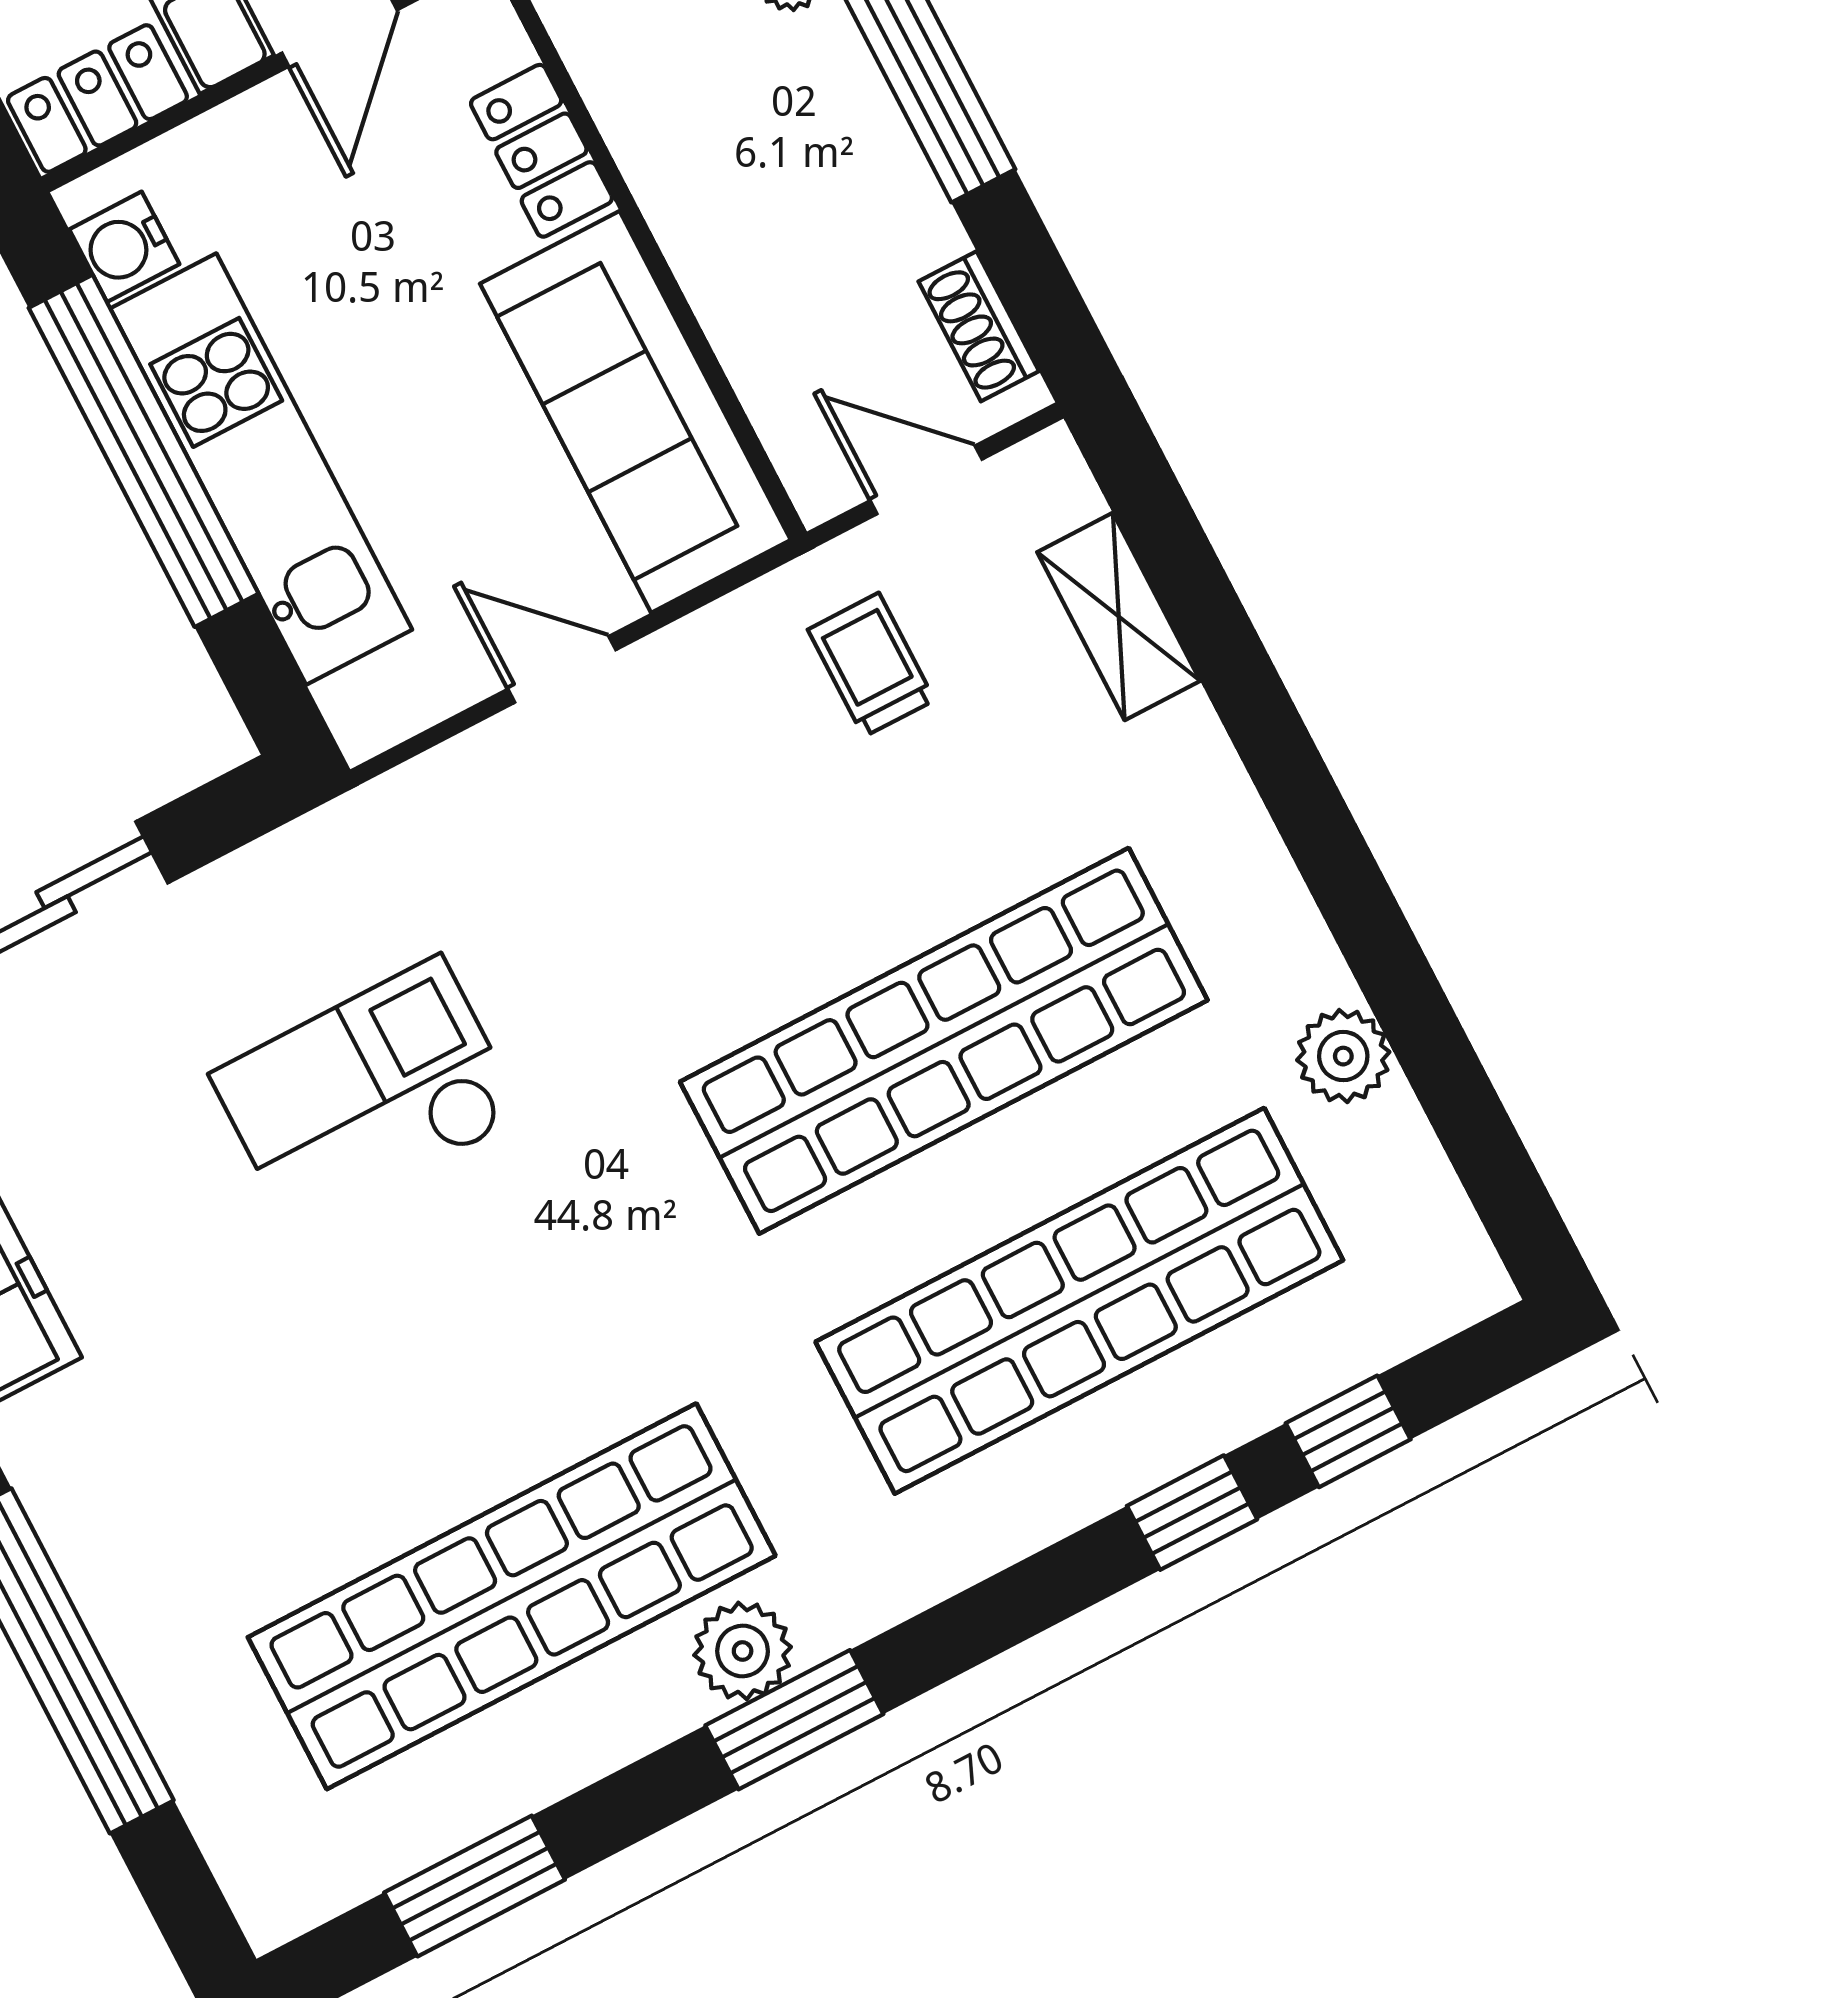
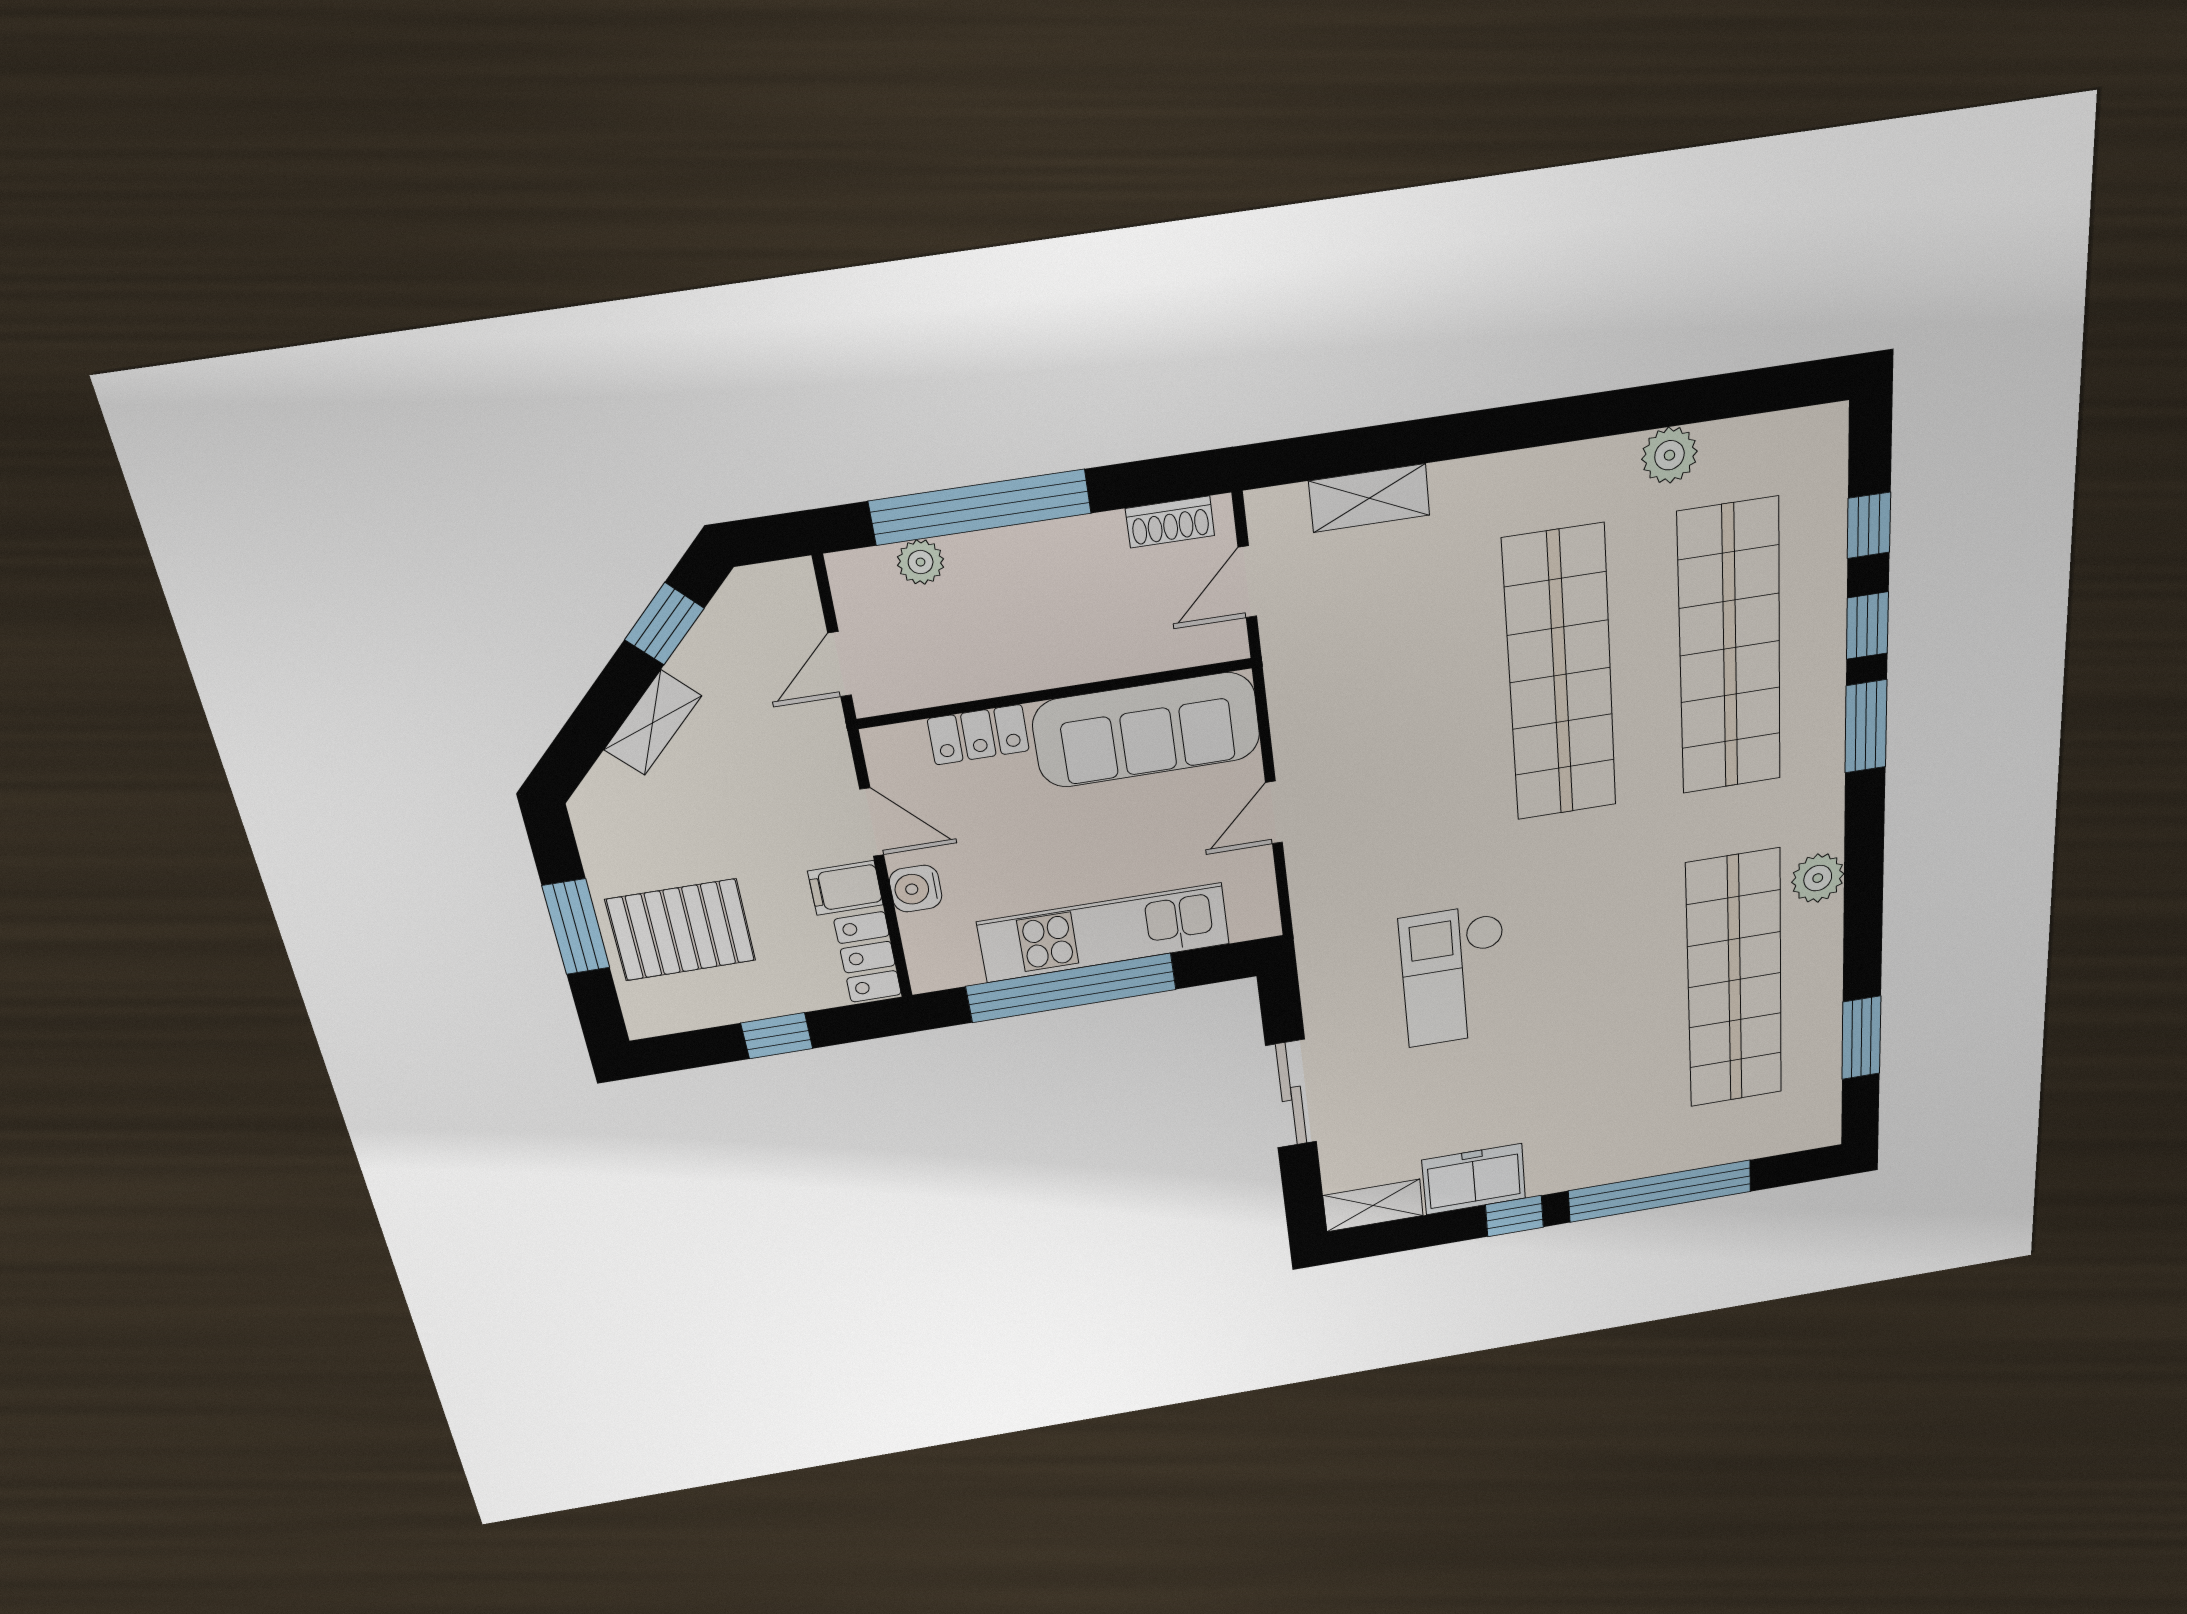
water cooler: (124, 247) -> (916, 889), moved, turned 90
trolley: (871, 665) -> (1339, 647), removed
window: (794, 1720) -> (1866, 726), moved

